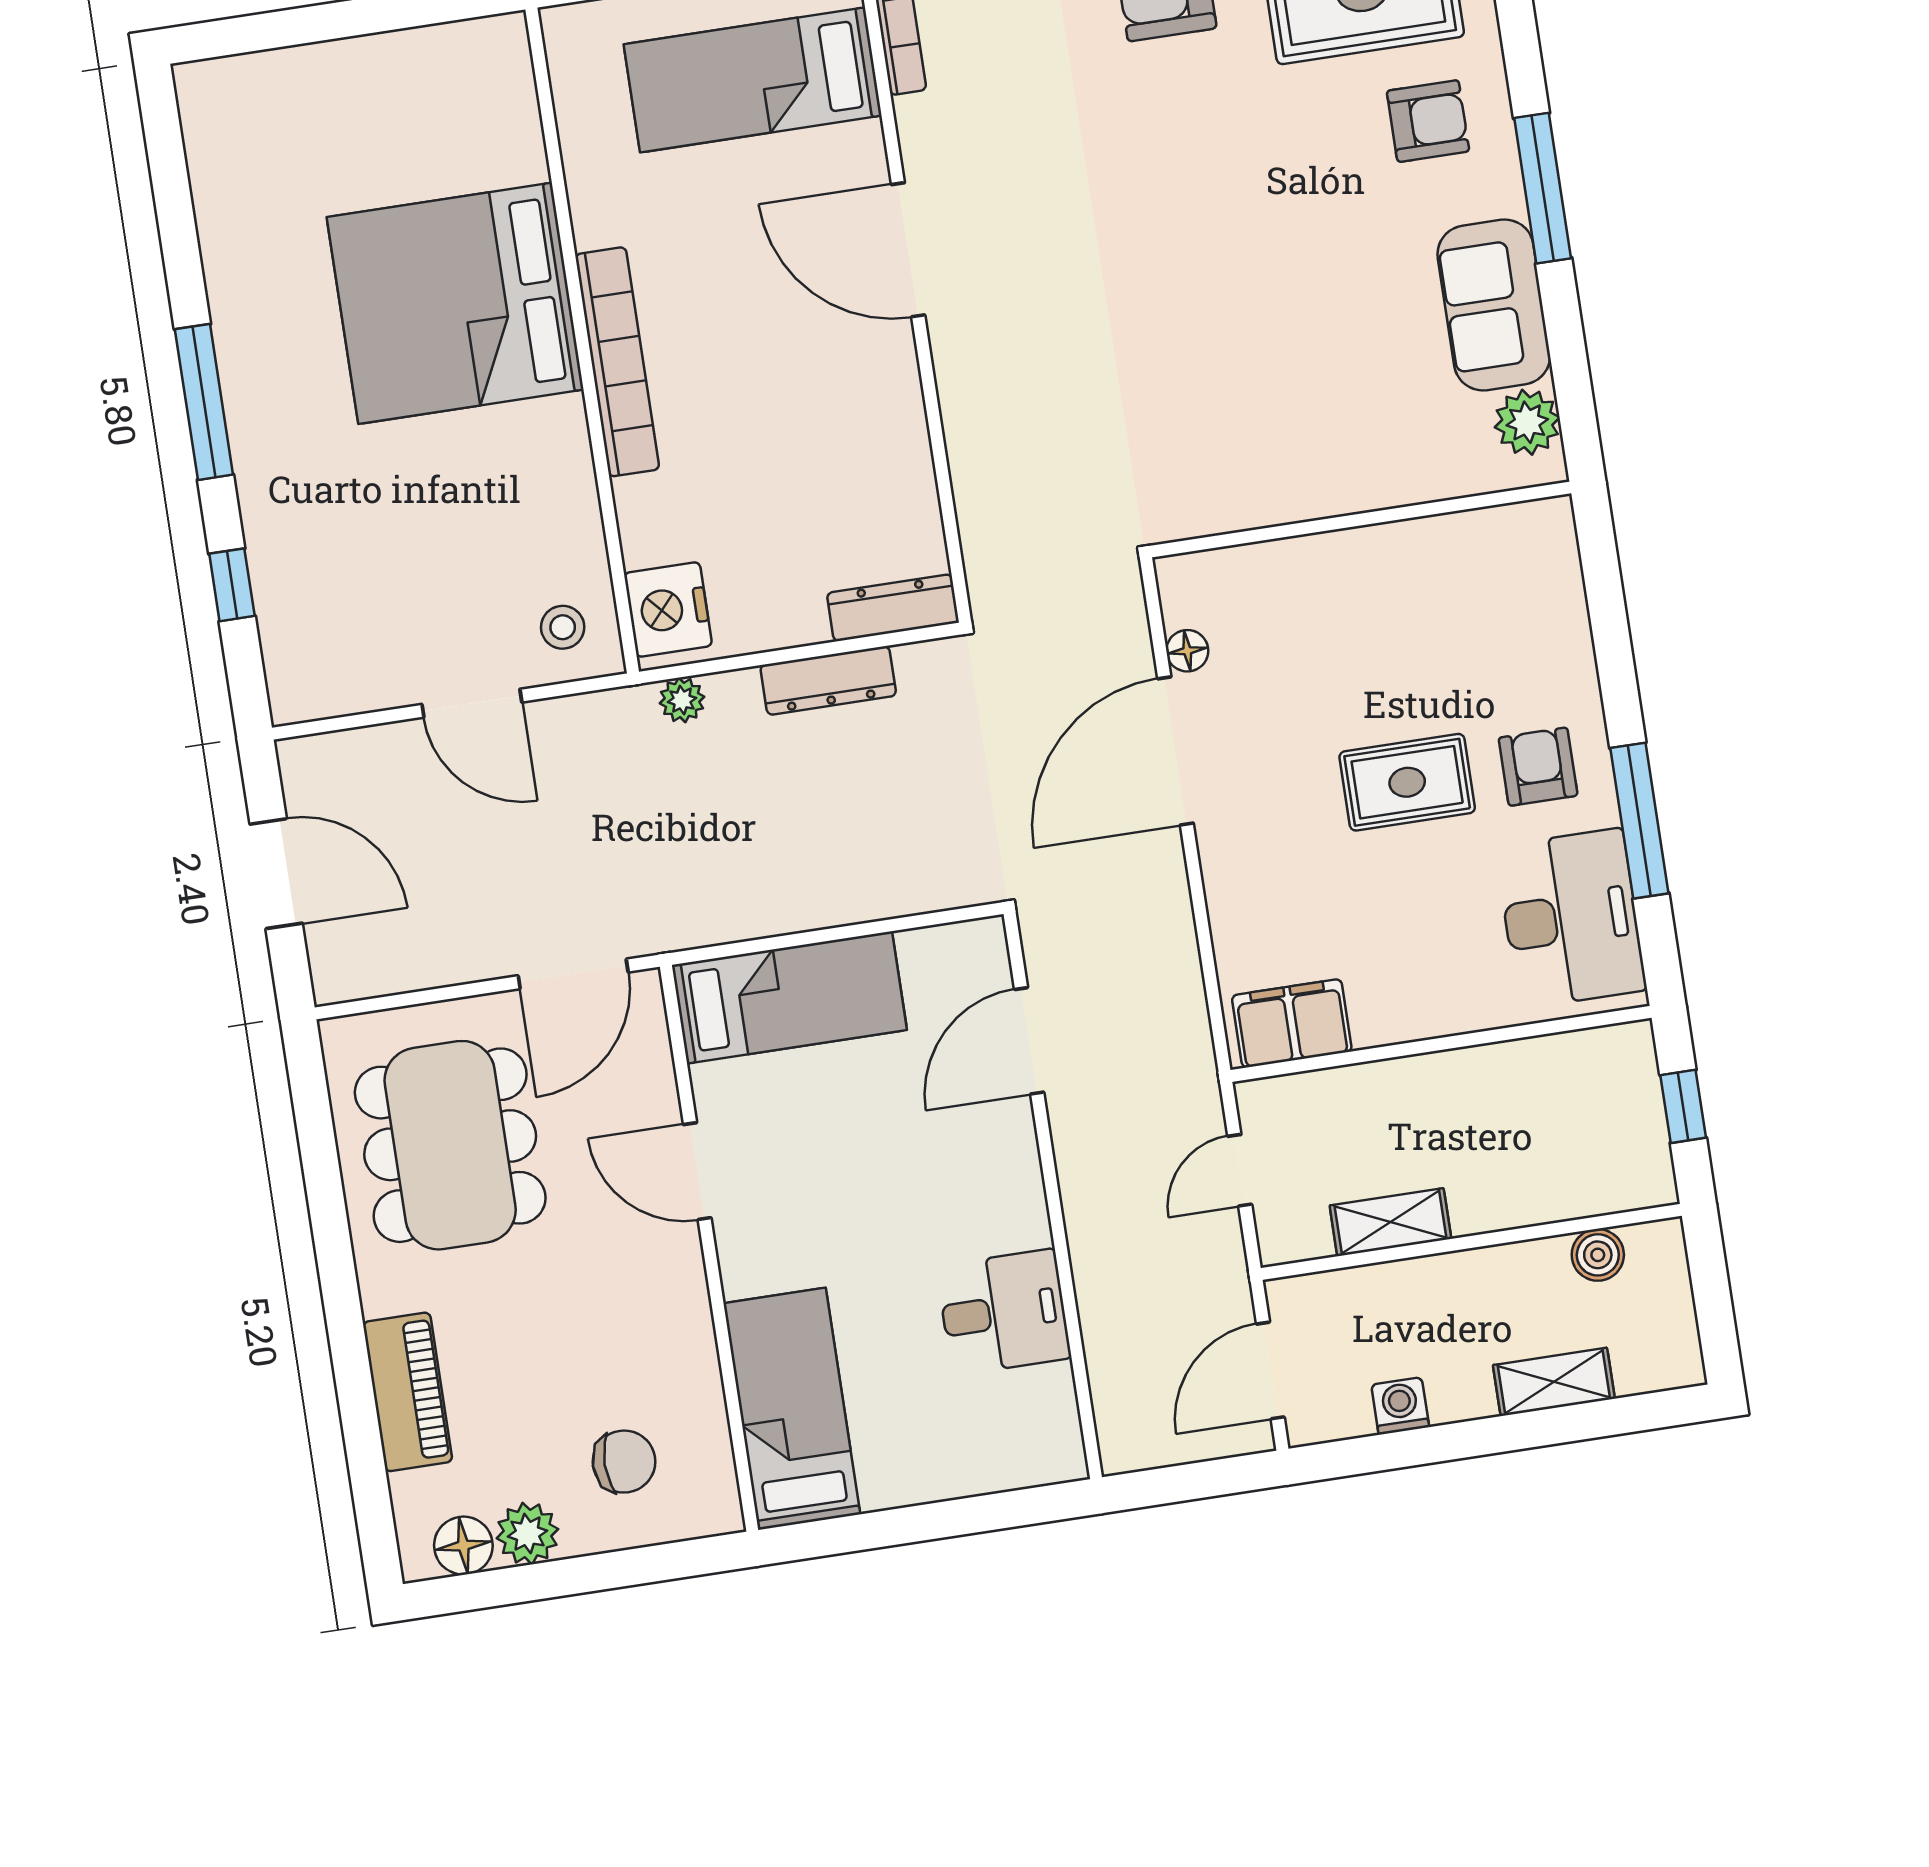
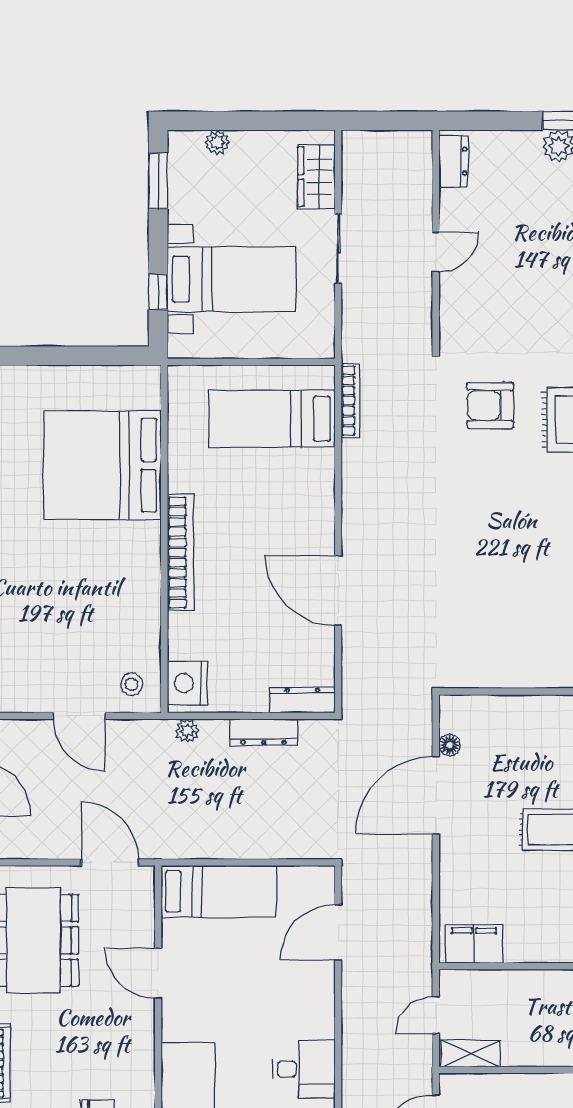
door: (908, 250) -> (338, 591), moved
bed: (455, 303) -> (102, 465), moved
door: (573, 974) -> (110, 862), swing flipped
shelving: (1390, 1222) -> (471, 1053), moved

